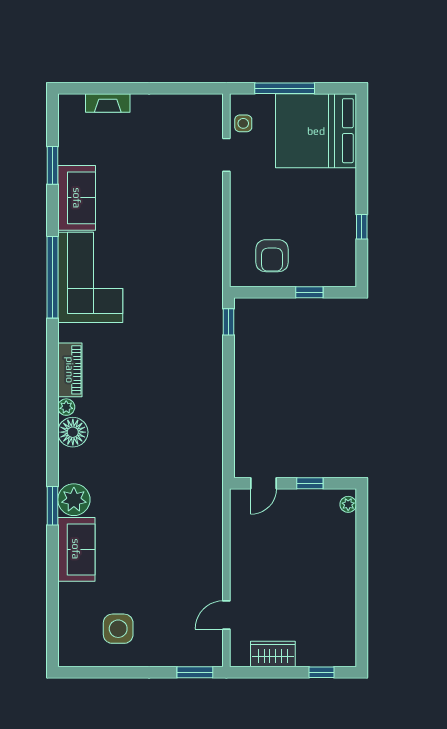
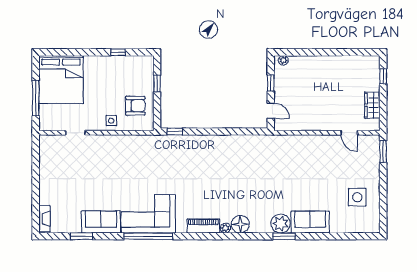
fireplace: (108, 103) -> (44, 219), moved
side table: (243, 123) -> (111, 121), moved

